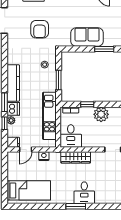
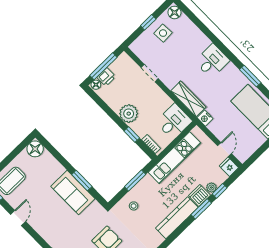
window: (104, 49) -> (82, 181), moved
door: (26, 150) -> (225, 150), hinge flipped
nightstand: (44, 156) -> (205, 118), moved
window: (76, 206) -> (250, 76), moved

